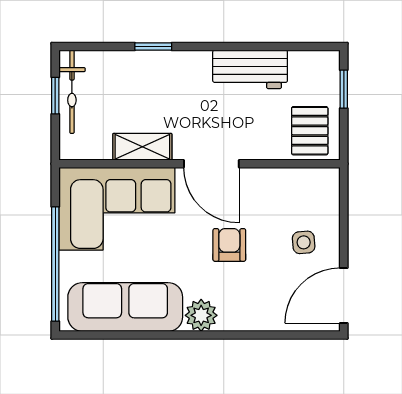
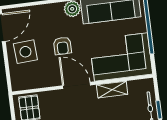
side table: (304, 242) -> (25, 52), width x1.87, depth x1.87

